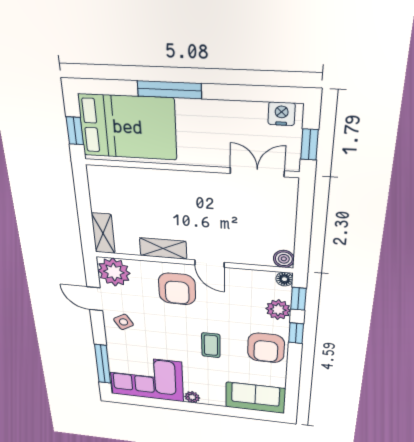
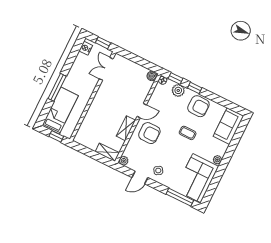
bed: (128, 127) -> (60, 111), width x0.67
plant: (114, 272) -> (124, 161), width x0.53, depth x0.53

